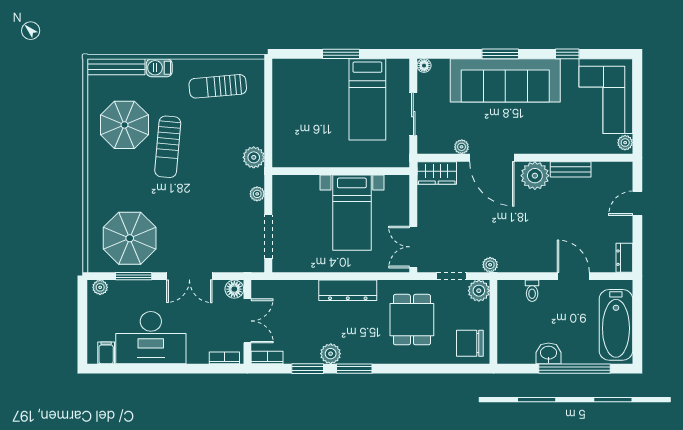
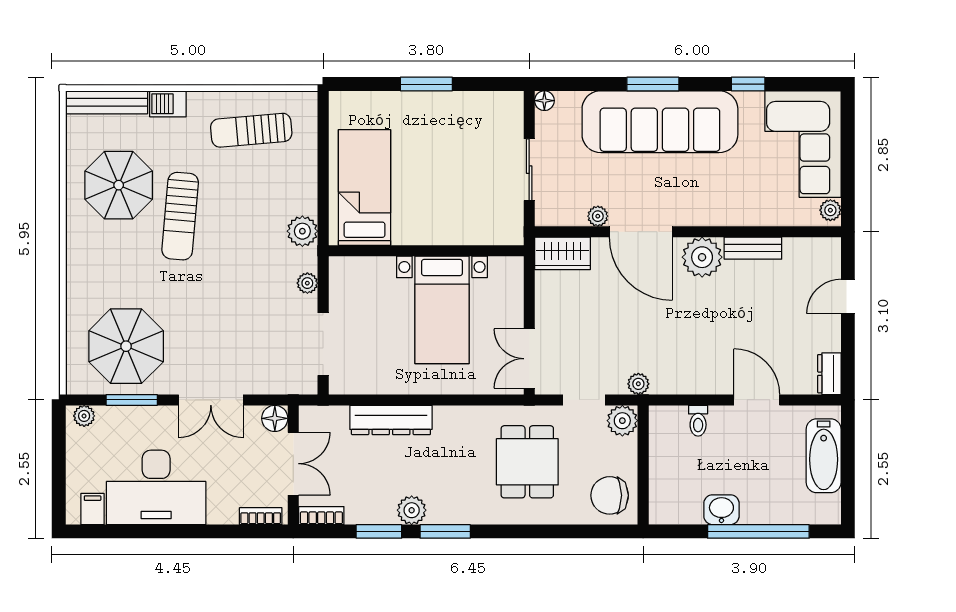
bed: (367, 99) -> (364, 187), moved, turned 180
dresser: (348, 290) -> (391, 420), moved
bathtub: (616, 325) -> (824, 456), width x0.73, depth x0.73

